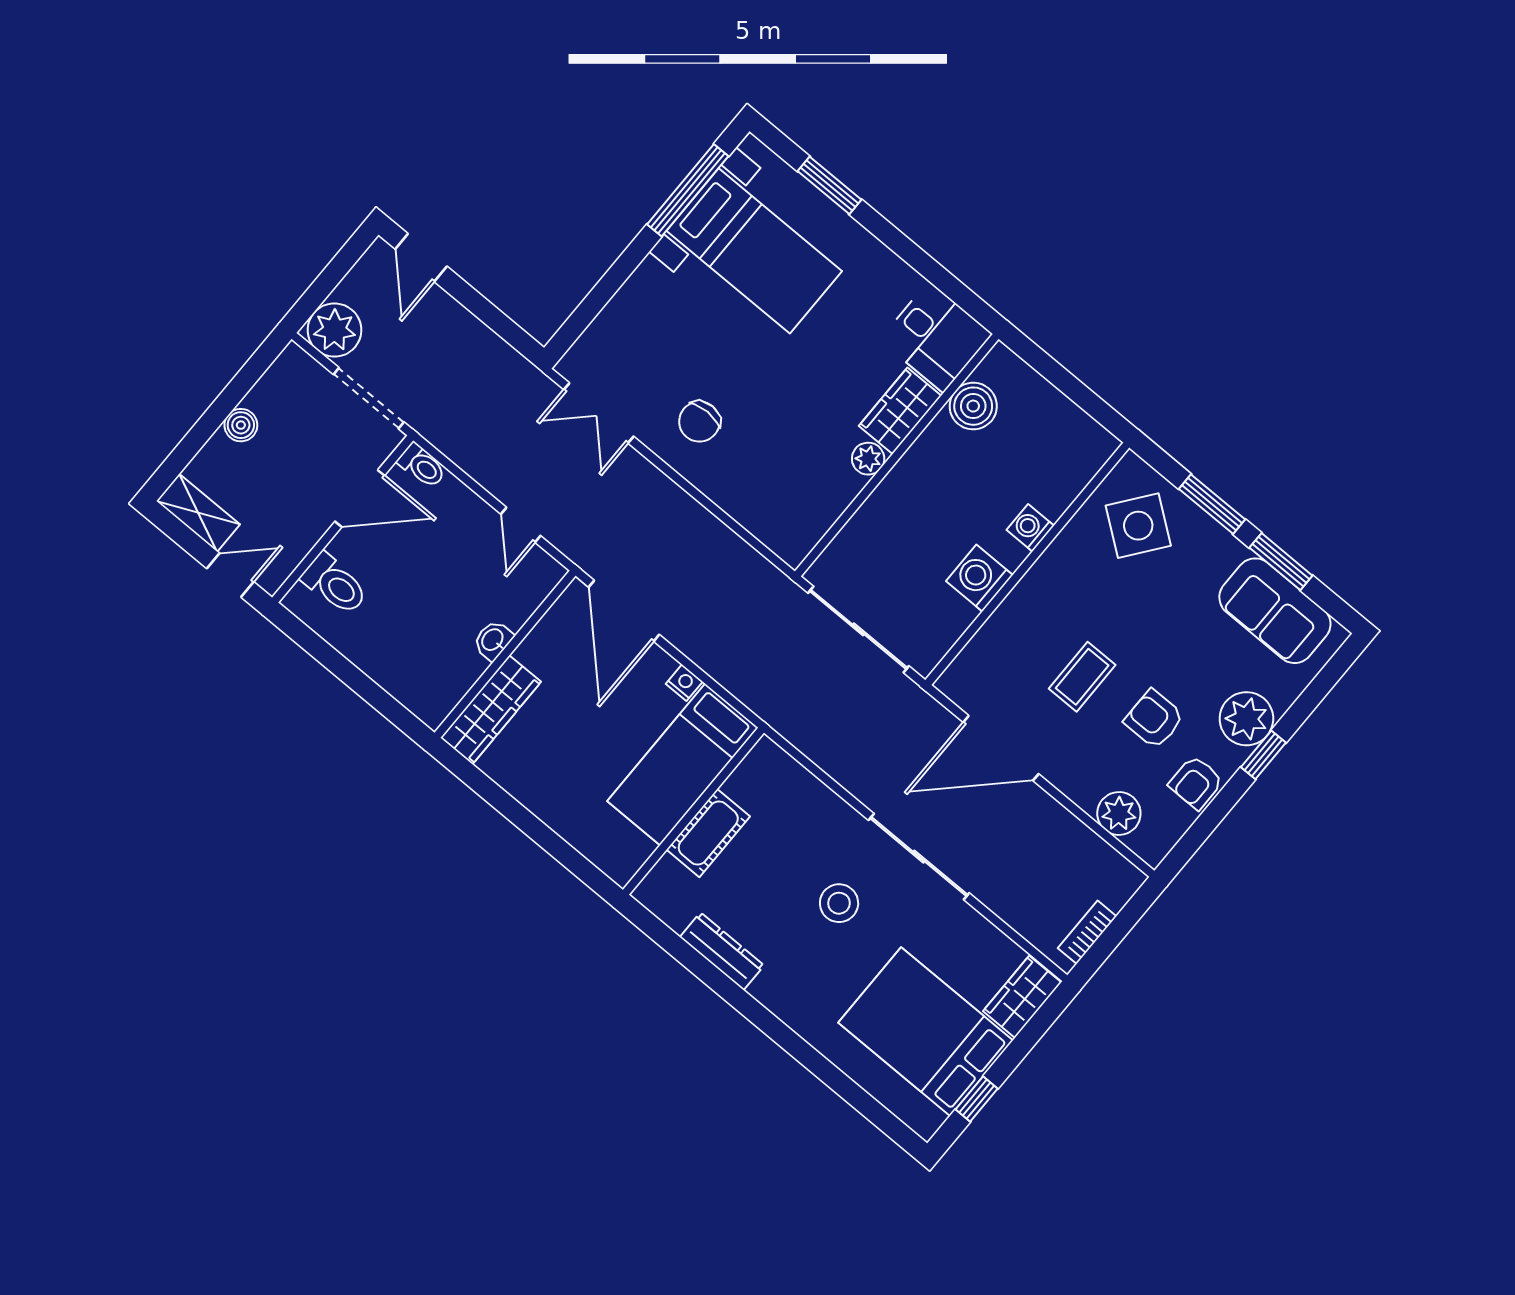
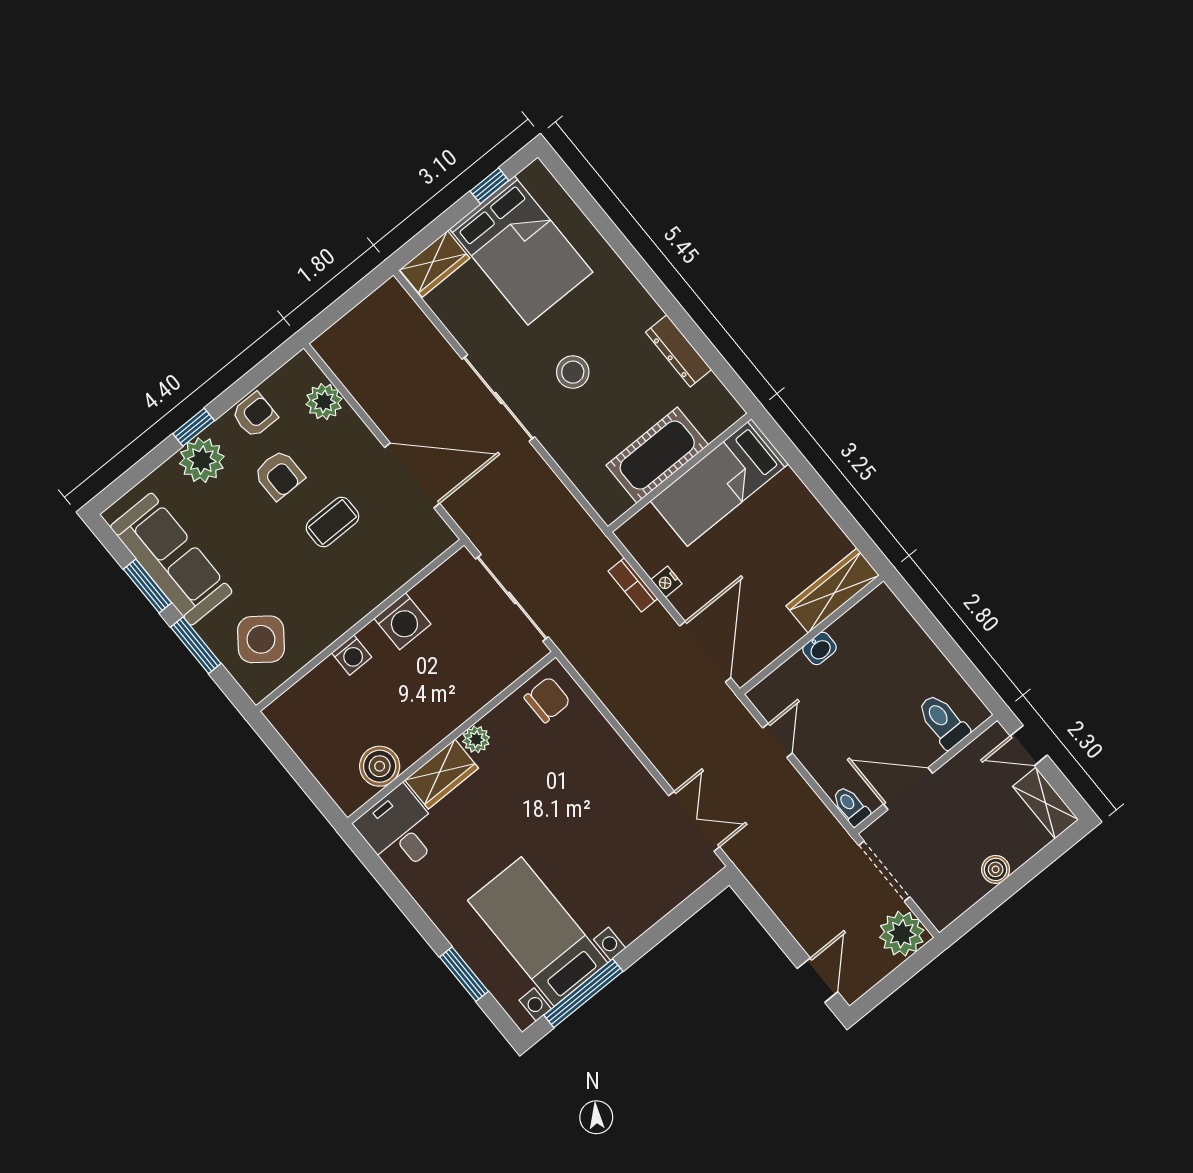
chair: (699, 422) -> (547, 700), moved
sofa: (1275, 611) -> (171, 559), width x1.36
bed: (683, 764) -> (719, 482), moved, turned 180
cot: (708, 833) -> (657, 455), width x1.37, depth x1.34
bookcase: (1087, 932) -> (633, 585), moved, turned 90

